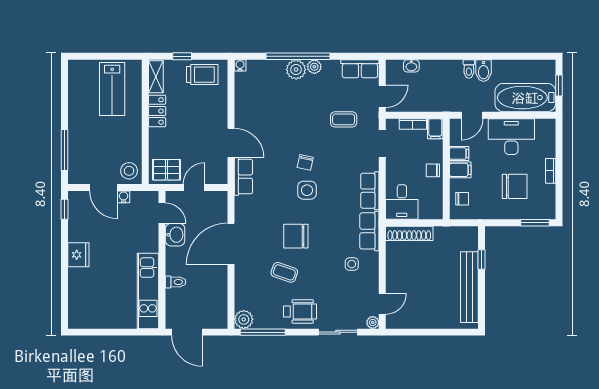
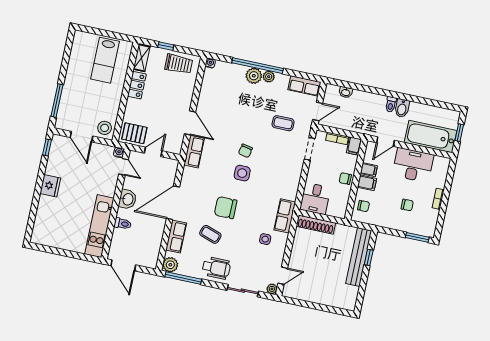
chair: (515, 186) -> (407, 205), width x0.54, depth x0.54
row of seats: (370, 191) -> (176, 237), moved, turned 180
water cooler: (124, 197) -> (119, 152), moved
washbasin: (175, 235) -> (127, 199), moved
bench: (469, 287) -> (359, 257), moved

